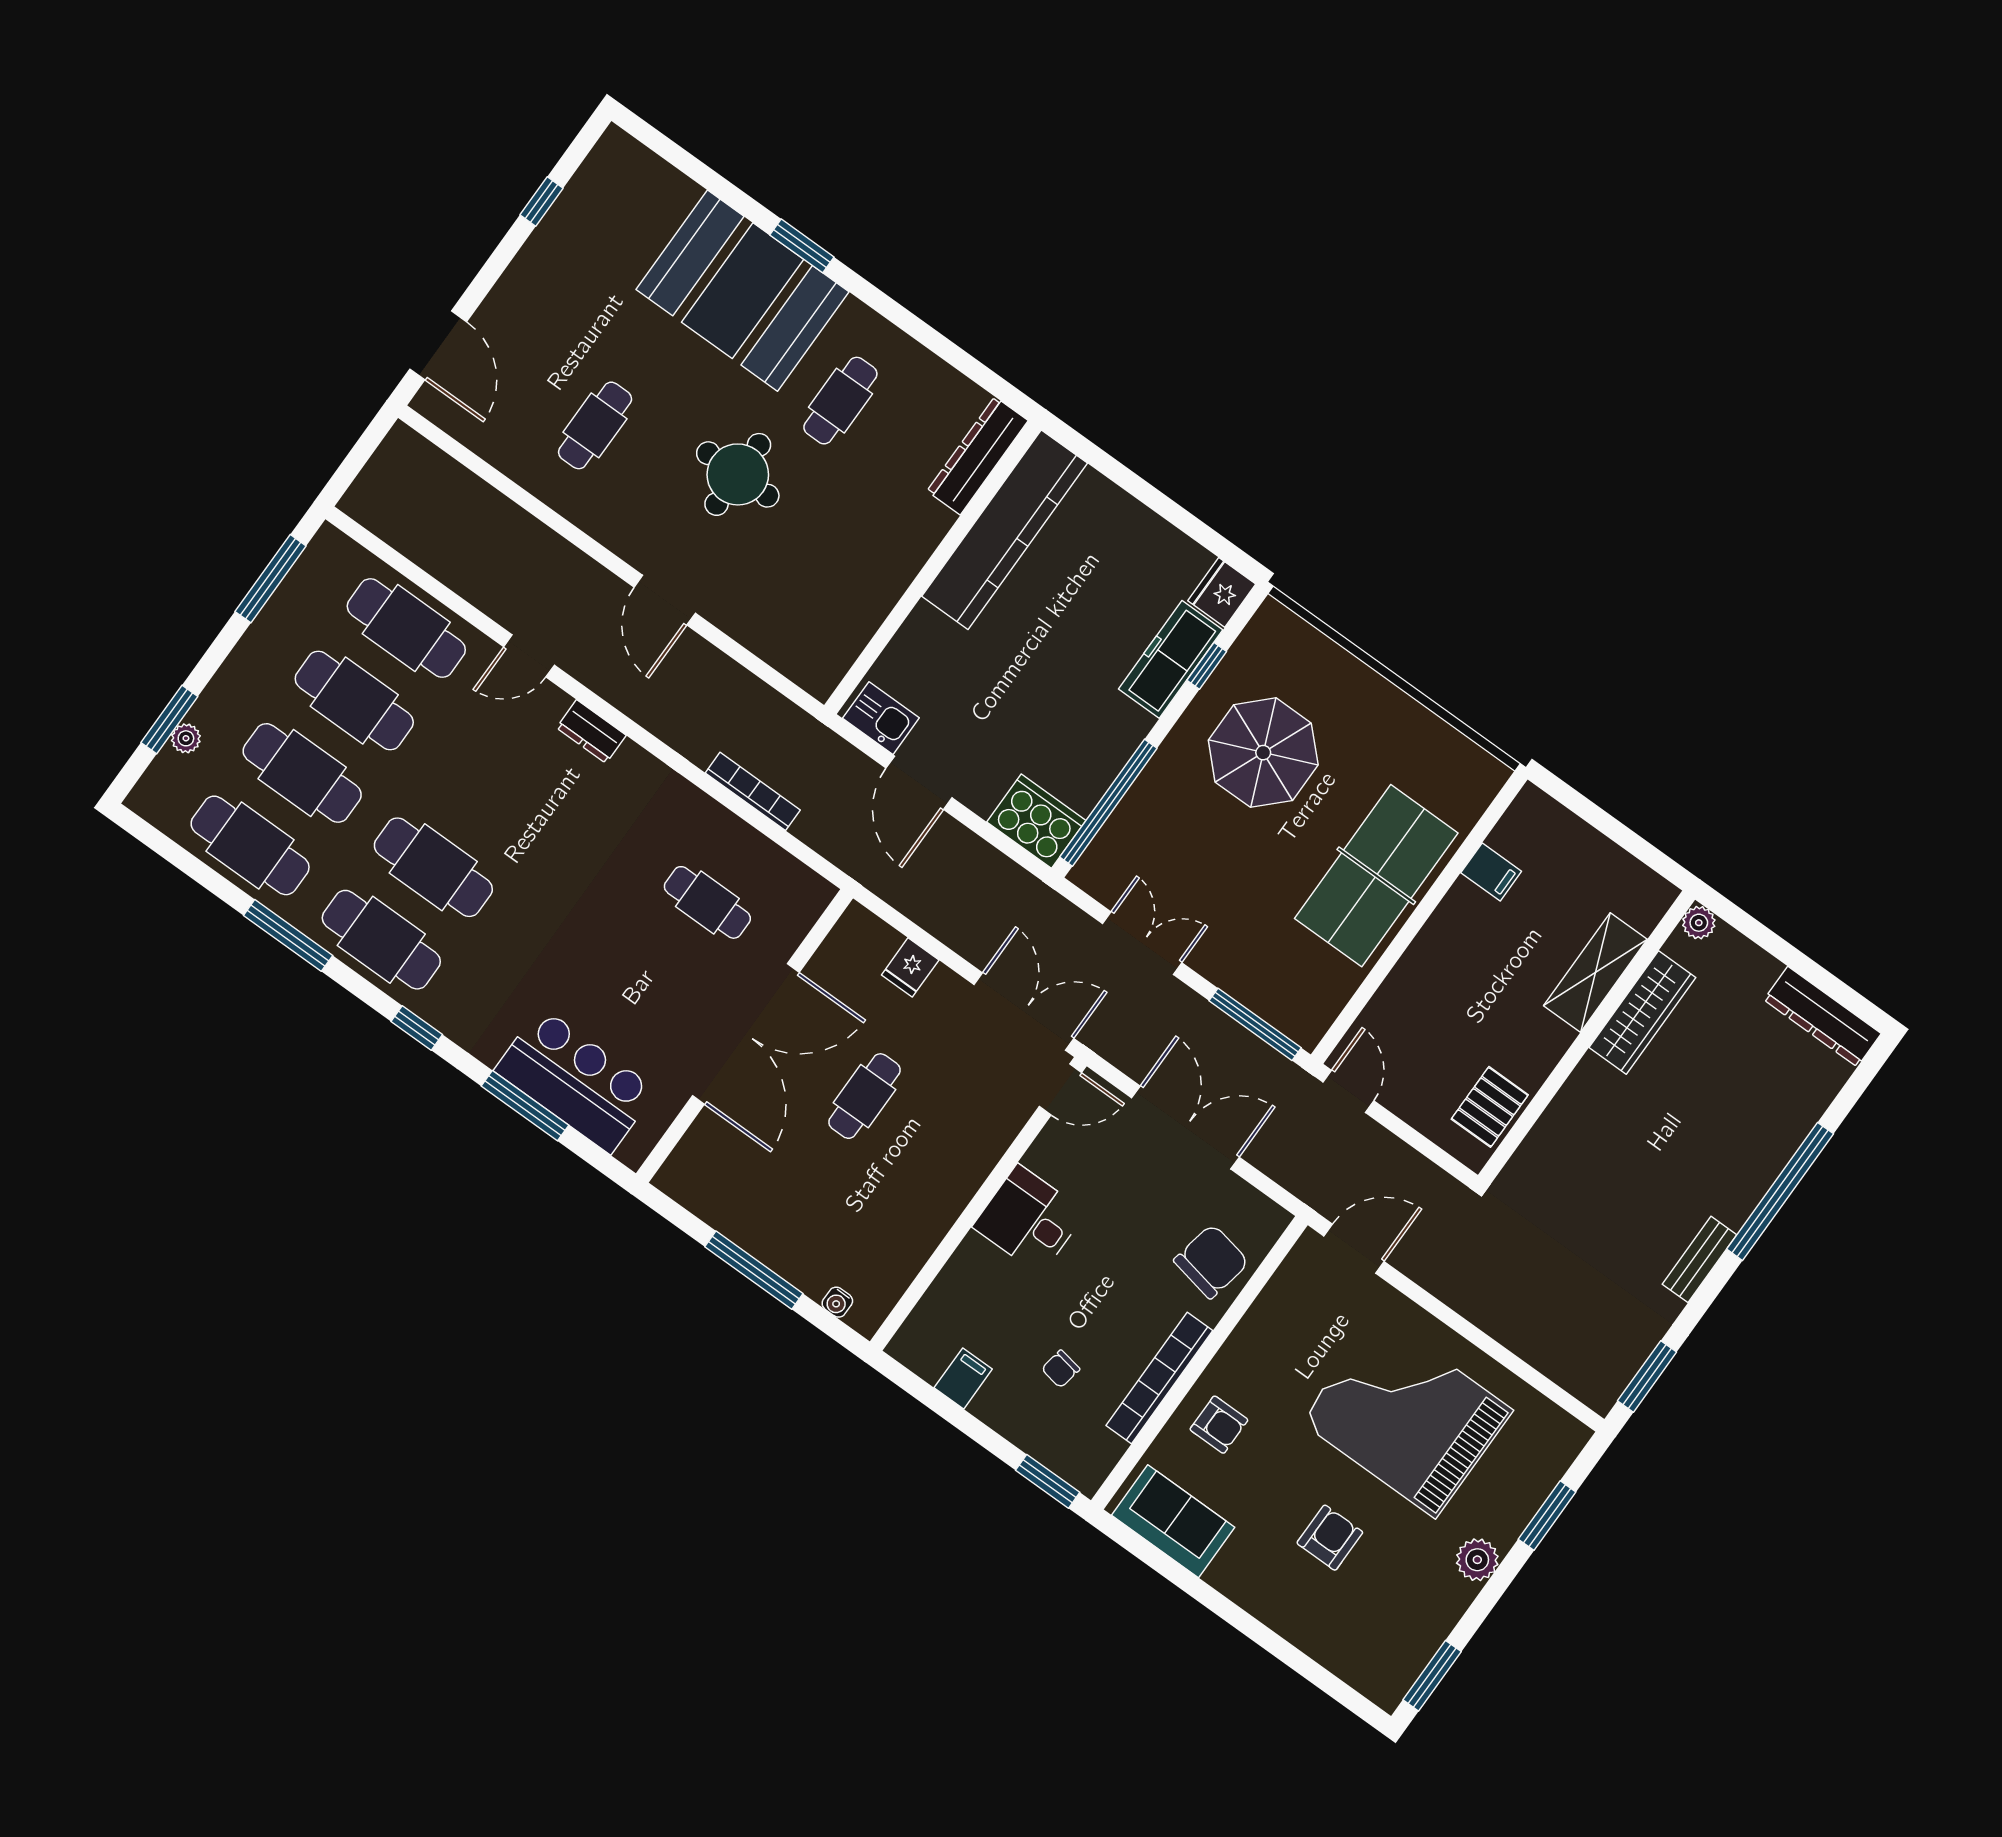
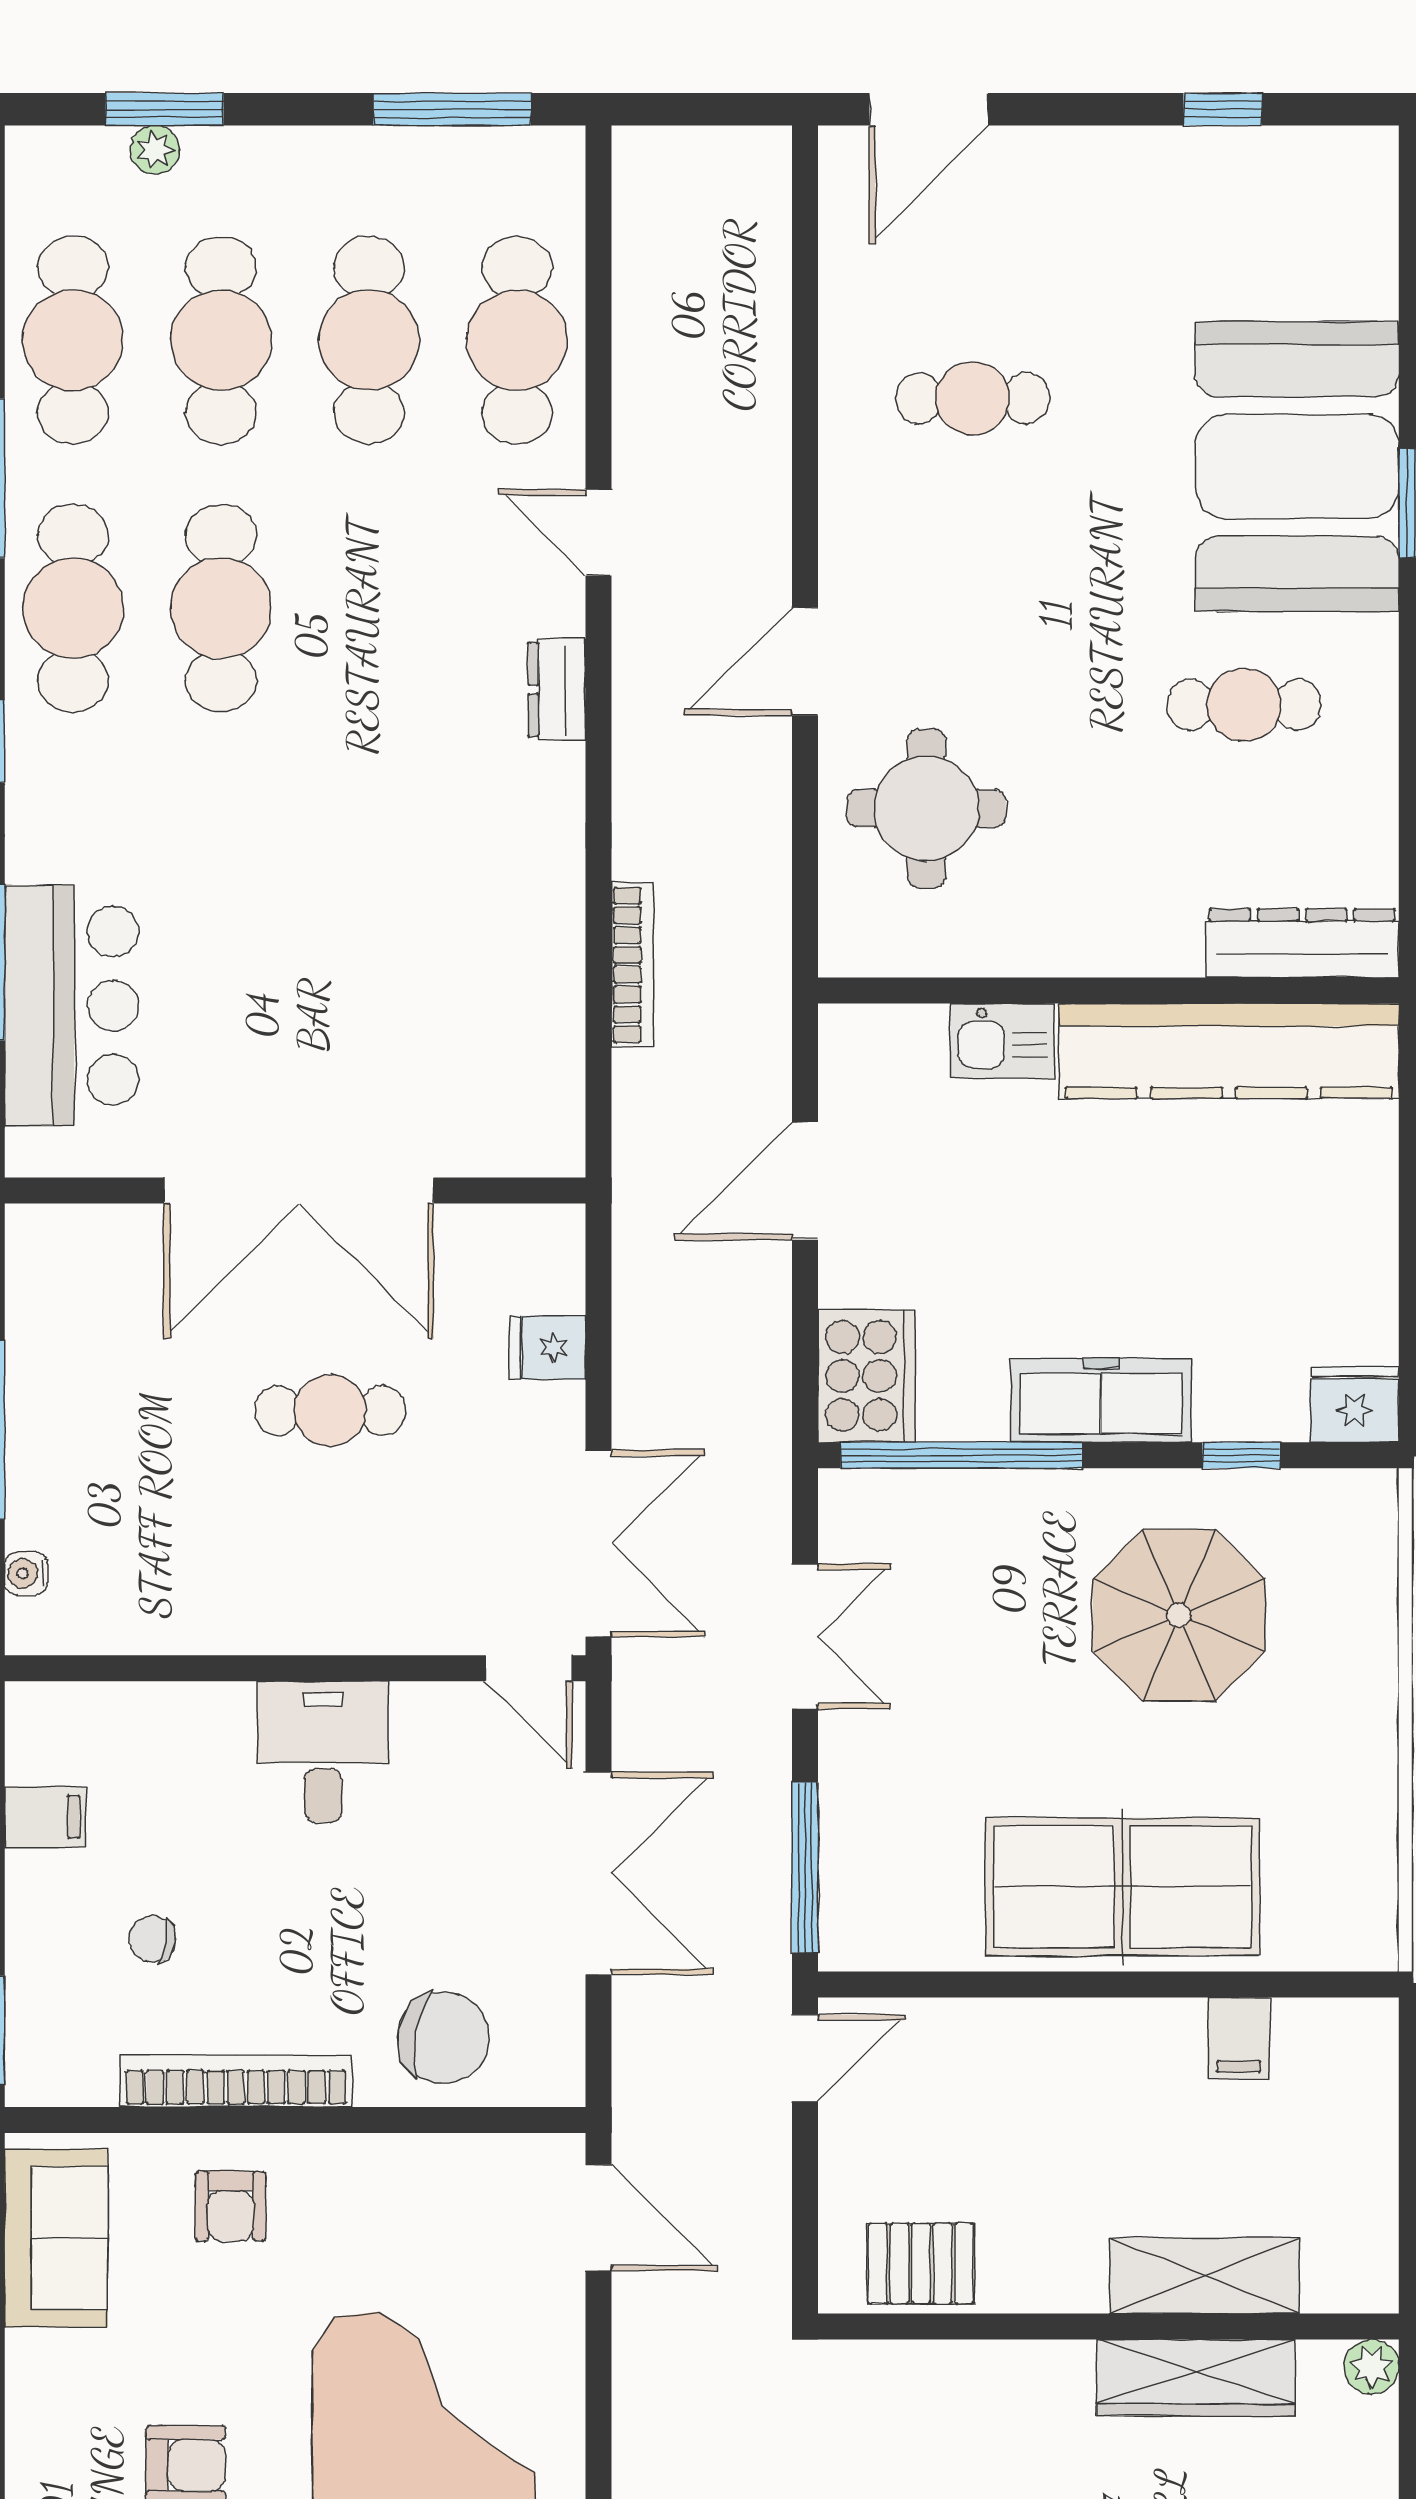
round table: (738, 474) -> (926, 808), moved
freezer: (1171, 659) -> (1101, 1400), moved
kitchen sink: (881, 718) -> (1002, 1041), moved, turned 90
cafe table: (707, 902) -> (439, 1011), removed

